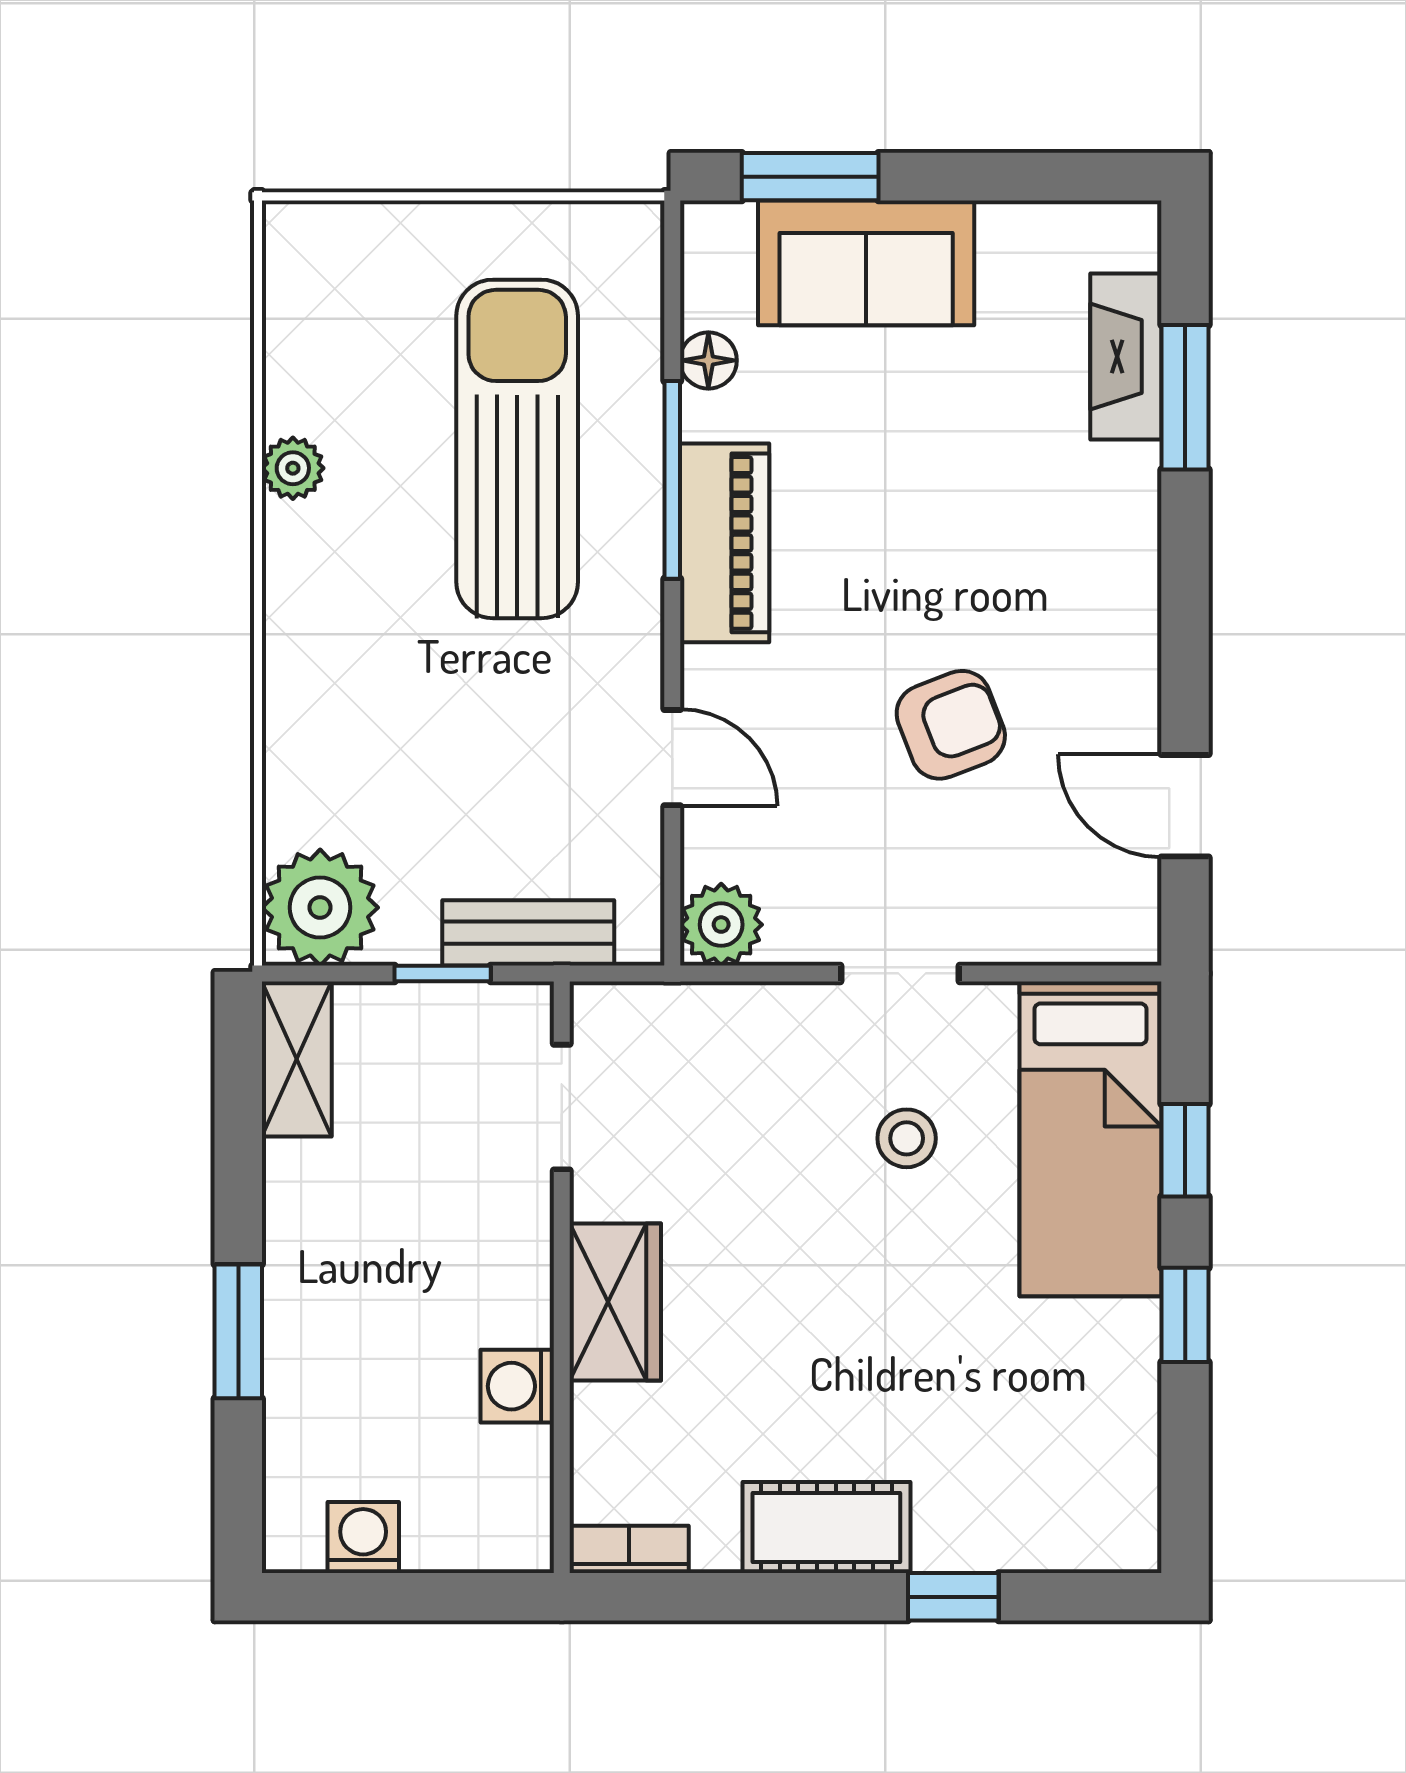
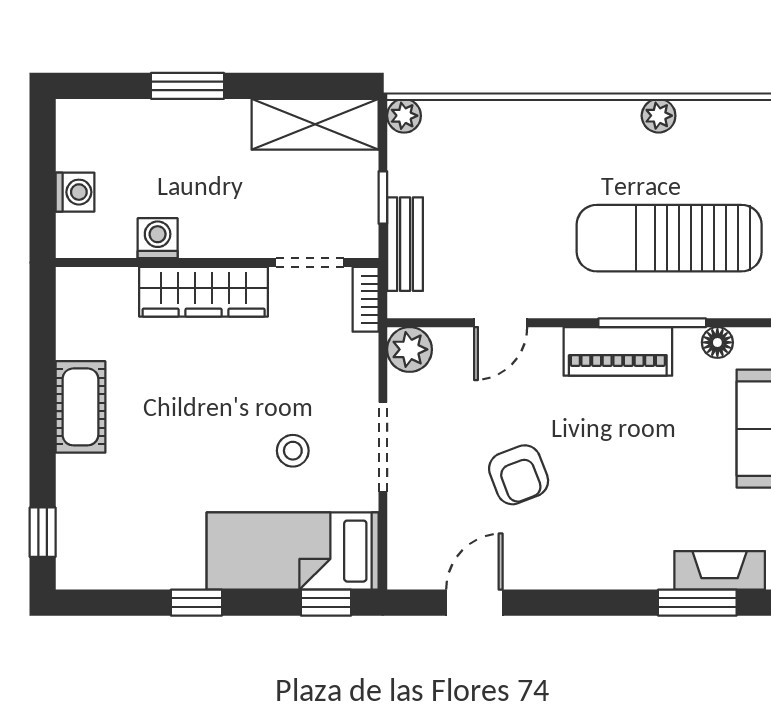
sun lounger: (517, 449) -> (669, 238), turned 180
plant: (320, 908) -> (404, 116), width x0.53, depth x0.53
doorway: (900, 973) -> (383, 447), width x1.38
shelving: (297, 1059) -> (315, 124), width x1.50, depth x1.33
window: (1185, 1150) -> (326, 603), moved
wardrobe: (615, 1302) -> (204, 292), width x1.50
washing machine: (363, 1537) -> (75, 192), moved
bookcase: (629, 1549) -> (366, 299), moved, turned 180
window: (953, 1597) -> (43, 532), moved

